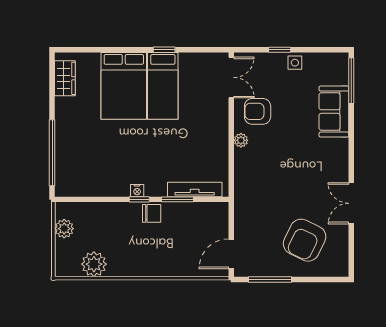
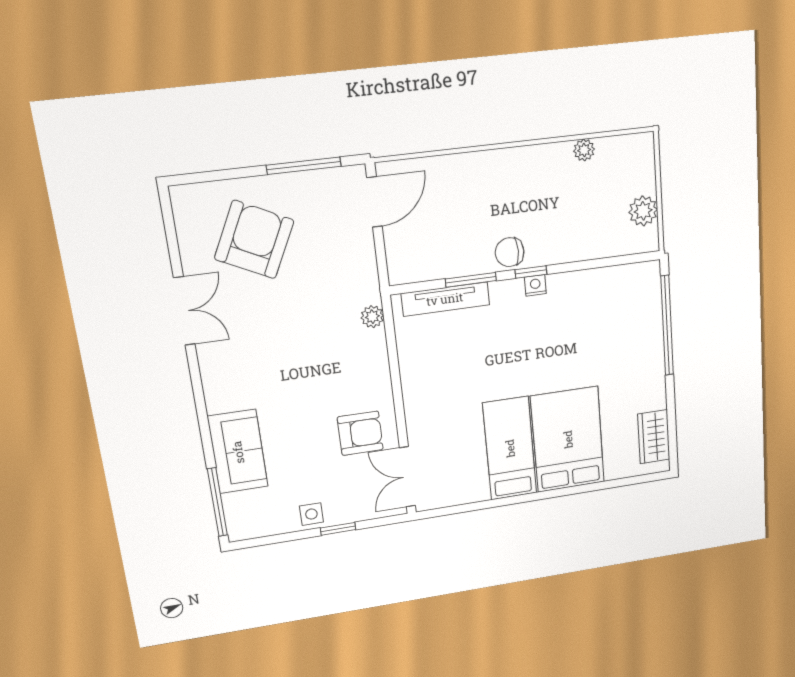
window: (164, 50) -> (512, 500), removed
plant: (241, 140) -> (372, 317), moved
plant: (94, 264) -> (584, 150), width x0.53, depth x0.53

